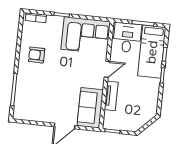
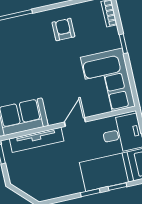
door: (107, 69) -> (75, 122), swing flipped
tv unit: (111, 96) -> (37, 140), width x1.41

